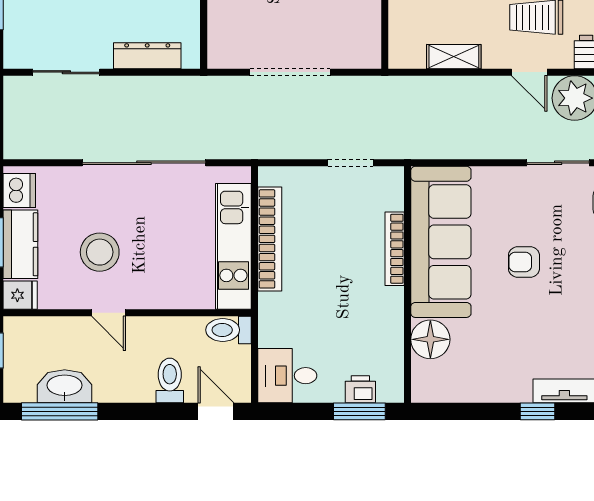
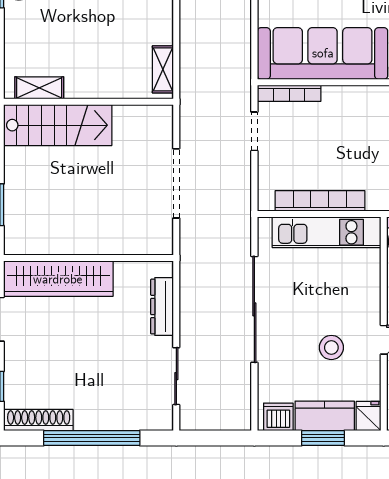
shelving: (454, 57) -> (163, 69), moved
bookcase: (395, 249) -> (289, 93), moved
stool: (100, 252) -> (331, 347), width x0.73, depth x0.73

